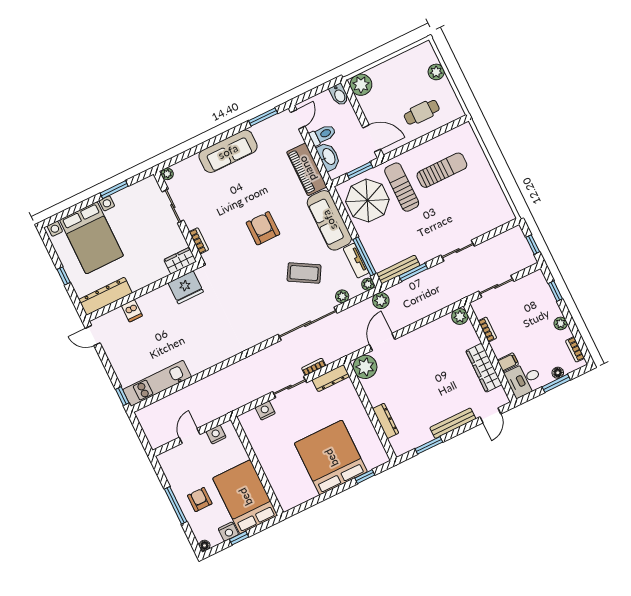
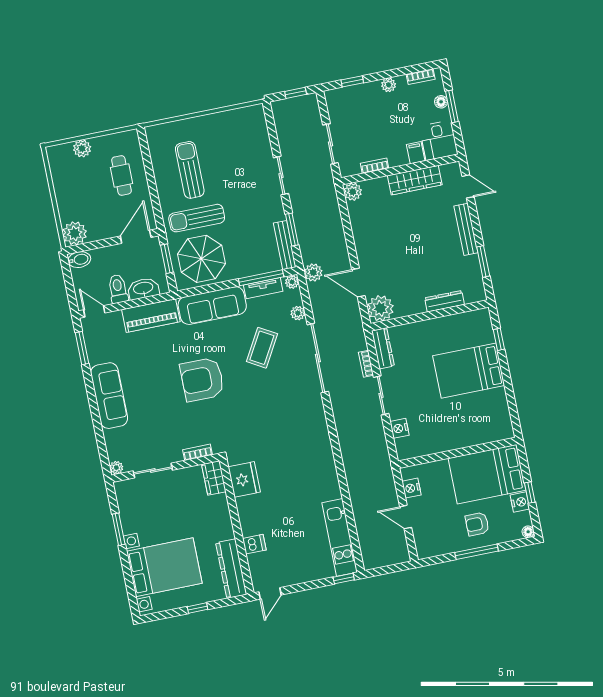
armchair: (263, 228) -> (202, 379), width x1.36, depth x1.36
bed: (331, 458) -> (469, 371), width x0.73

